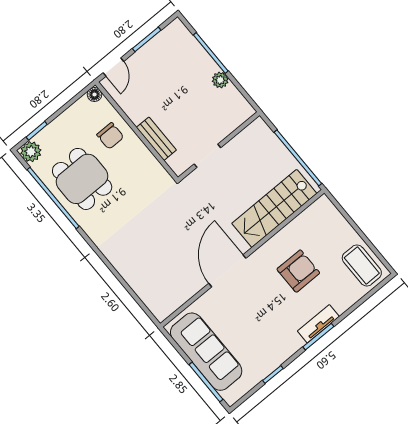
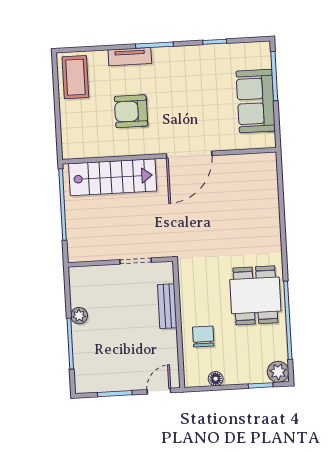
floor lamp: (95, 94) -> (216, 379), moved
dining table: (82, 179) -> (255, 295), moved
tv unit: (318, 324) -> (130, 57), moved
sofa: (206, 352) -> (256, 101), width x0.73

